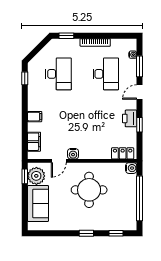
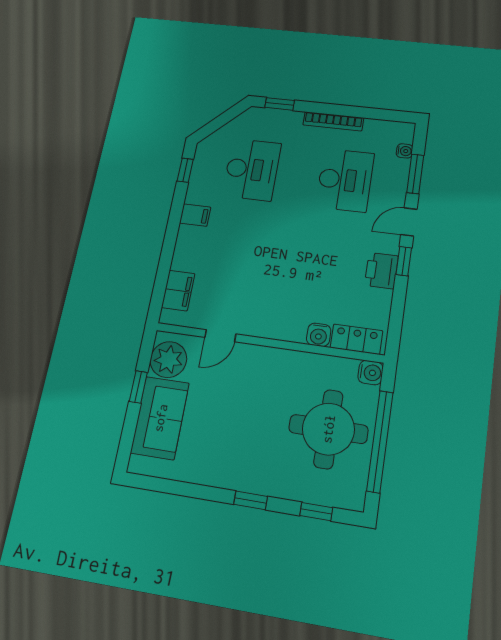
filing cabinet: (35, 117) -> (195, 215), moved
window: (139, 125) -> (404, 261), moved
water cooler: (73, 154) -> (319, 335), moved
window: (25, 176) -> (138, 387), moved
round table: (89, 190) -> (328, 429), moved

